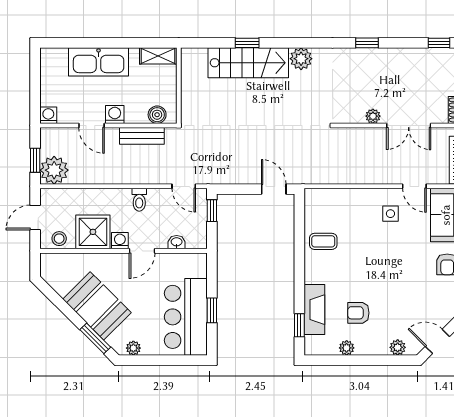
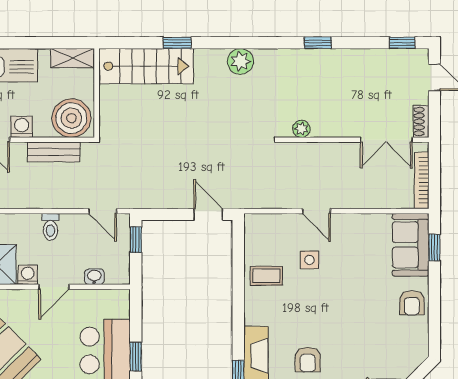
stairs: (248, 63) -> (146, 66), moved
boiler: (157, 115) -> (71, 118), width x1.86, depth x1.86
plant: (373, 116) -> (301, 129), moved
double door: (409, 125) -> (386, 140), moved
door: (414, 186) -> (316, 211), moved
side table: (390, 214) -> (309, 260), moved
armchair: (358, 313) -> (308, 360), turned -90

